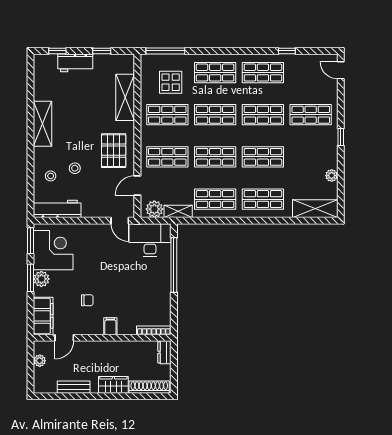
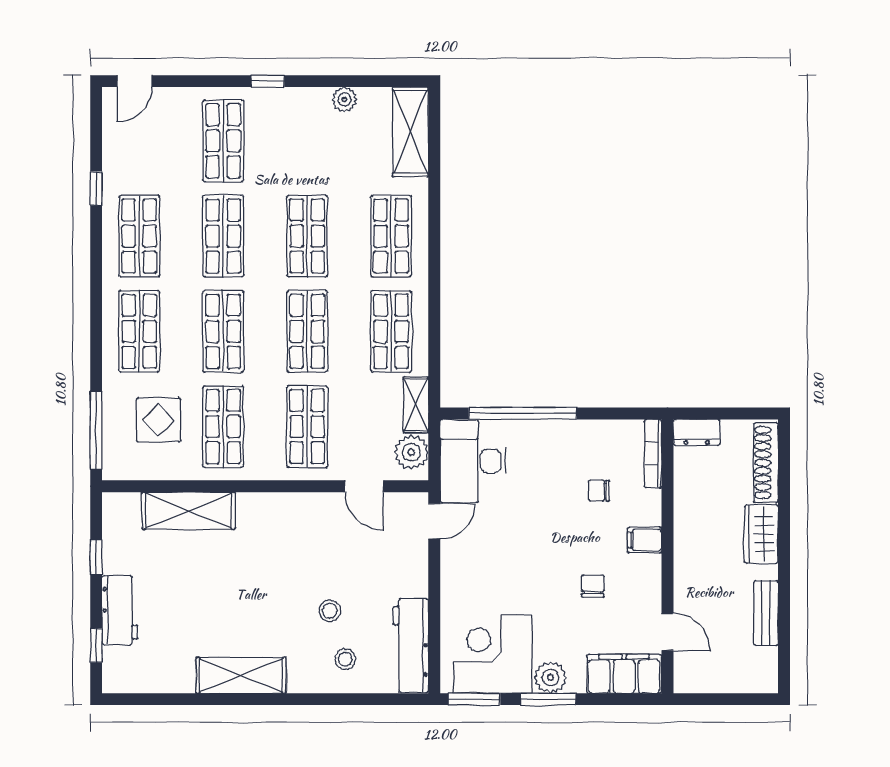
pallet: (114, 151) -> (295, 533), removed
chair: (135, 303) -> (599, 491), added
plant: (40, 361) -> (713, 681), removed

